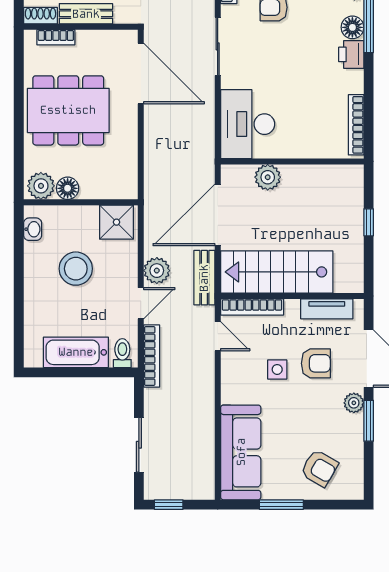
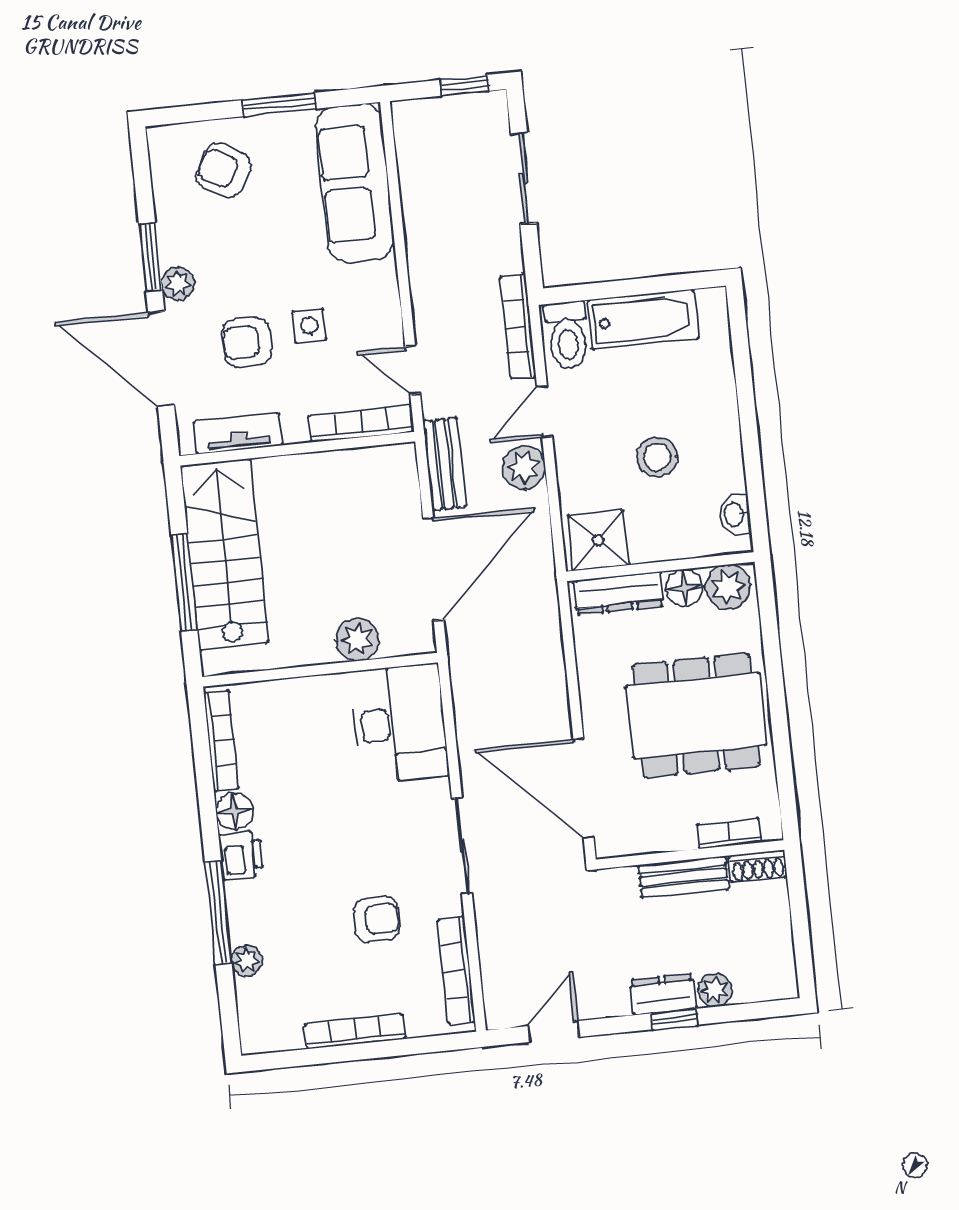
floor lamp: (352, 27) -> (235, 811), moved
dresser: (108, 189) -> (619, 593), added
window: (369, 222) -> (184, 583), width x2.17
stool: (76, 269) -> (657, 457), width x0.73, depth x0.73
stairs: (277, 272) -> (224, 554), moved, turned -90
toilet: (122, 353) -> (567, 335), width x1.37, depth x1.39

